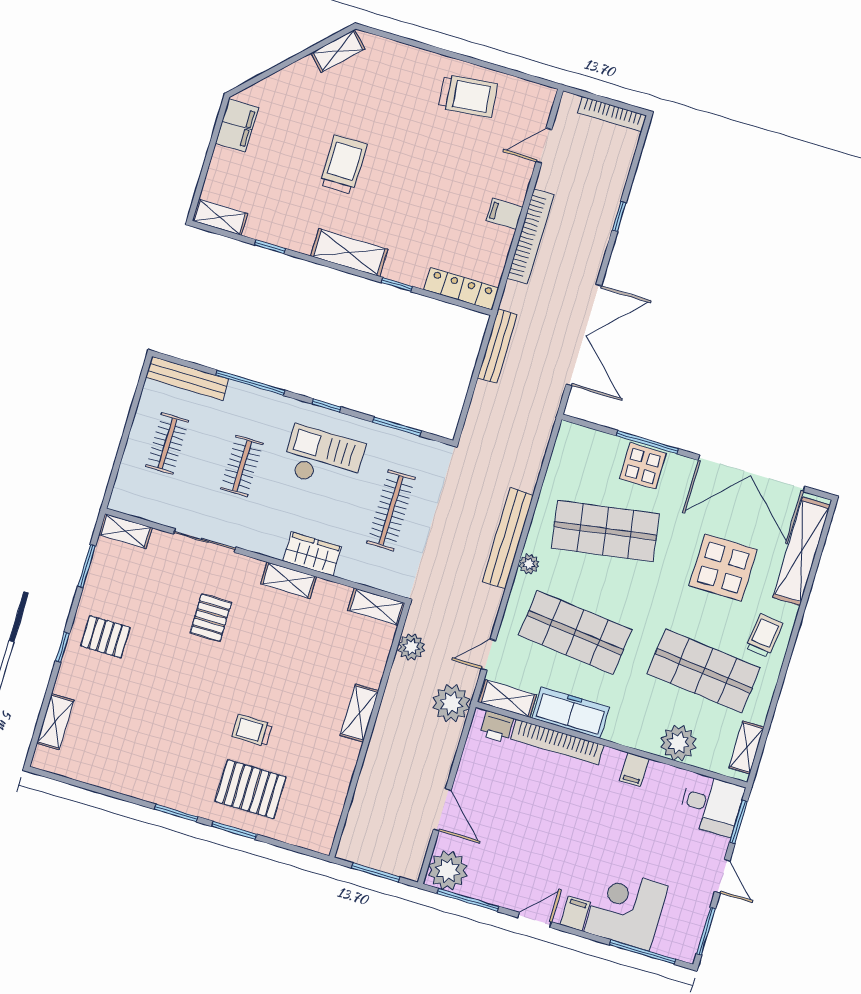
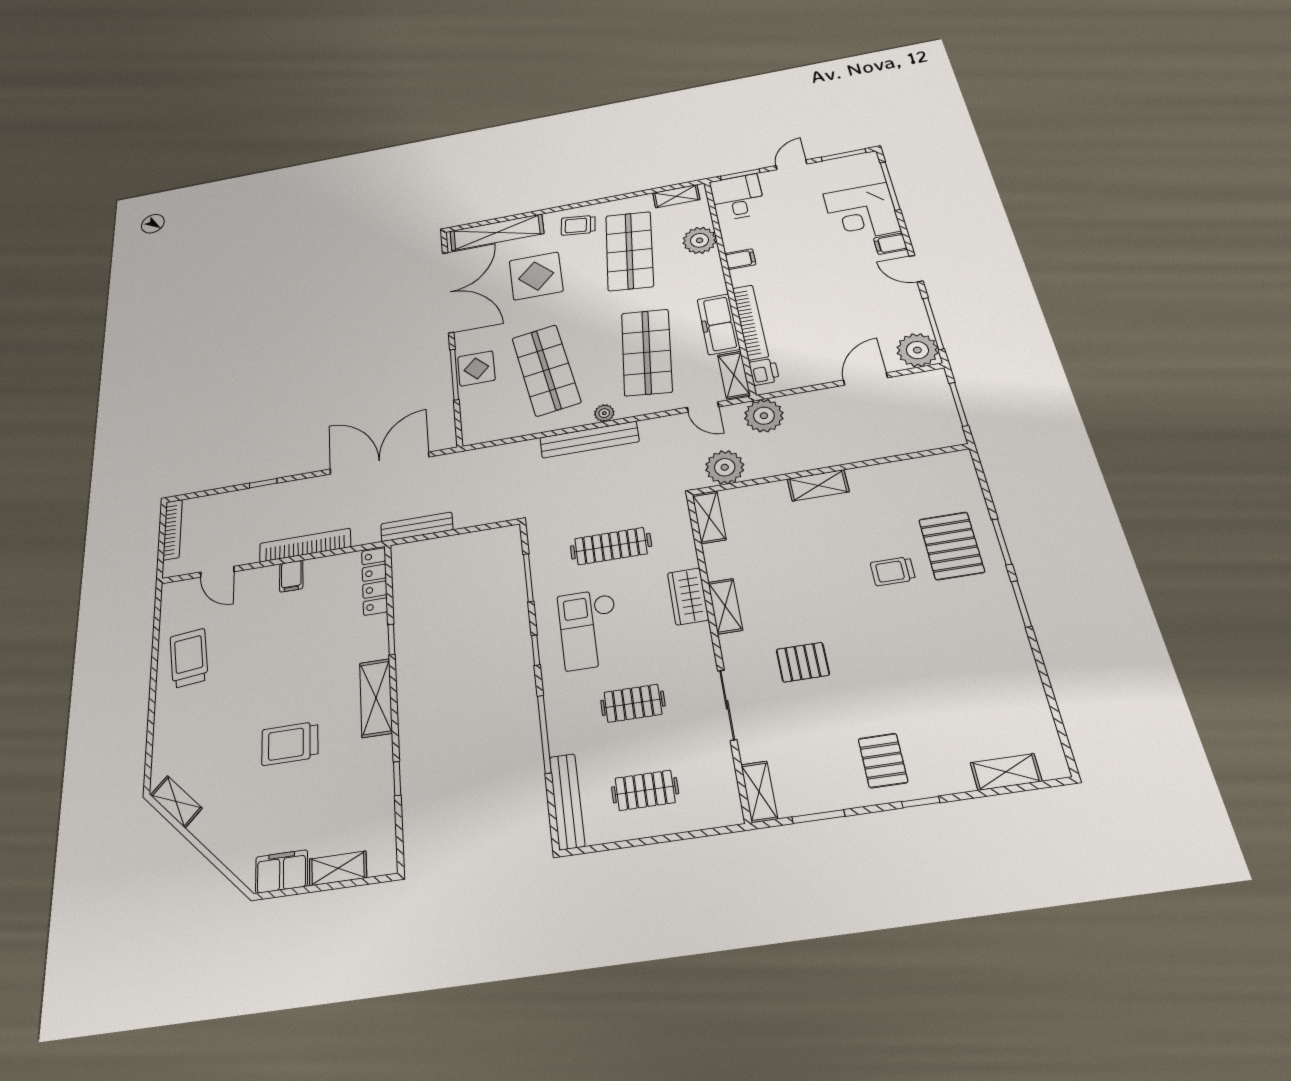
shelving: (220, 217) -> (338, 868), moved, turned 90
plant: (411, 647) -> (725, 467), width x1.36, depth x1.36
trolley: (252, 730) -> (893, 571), turned 90

